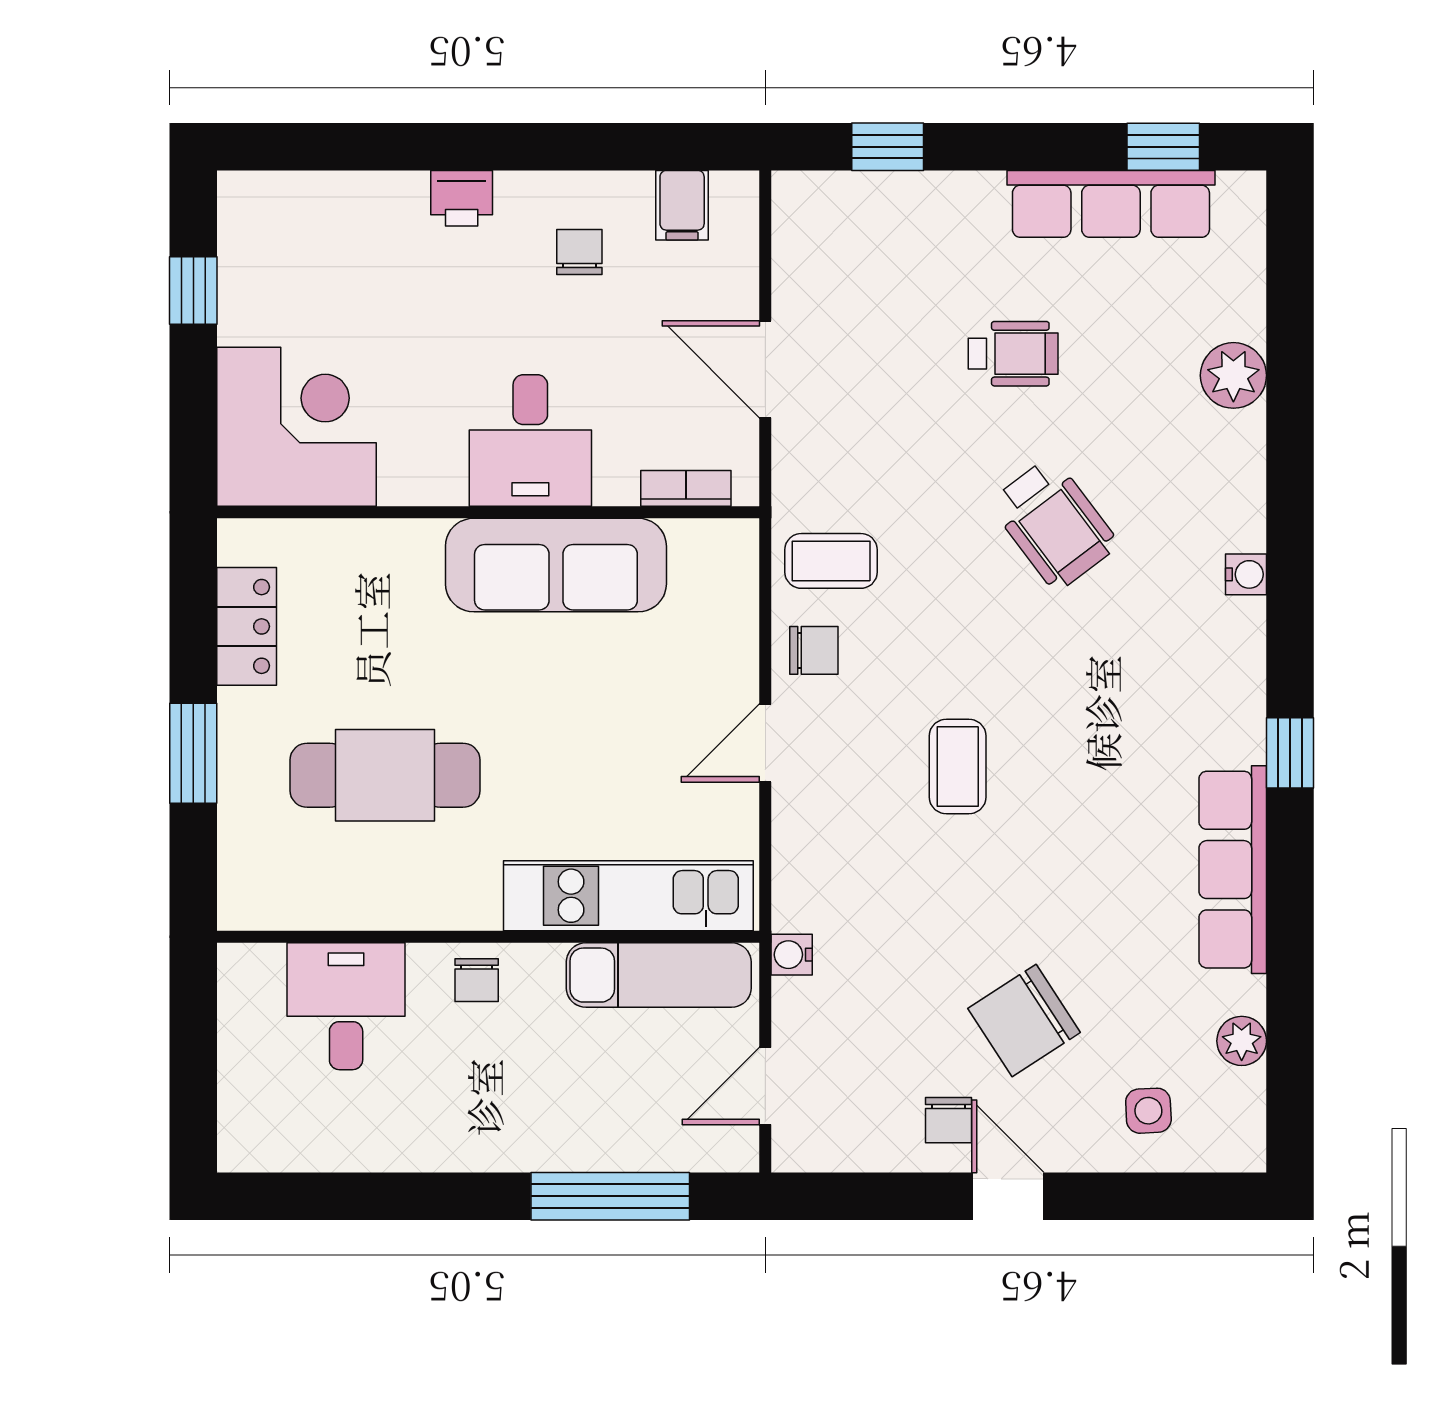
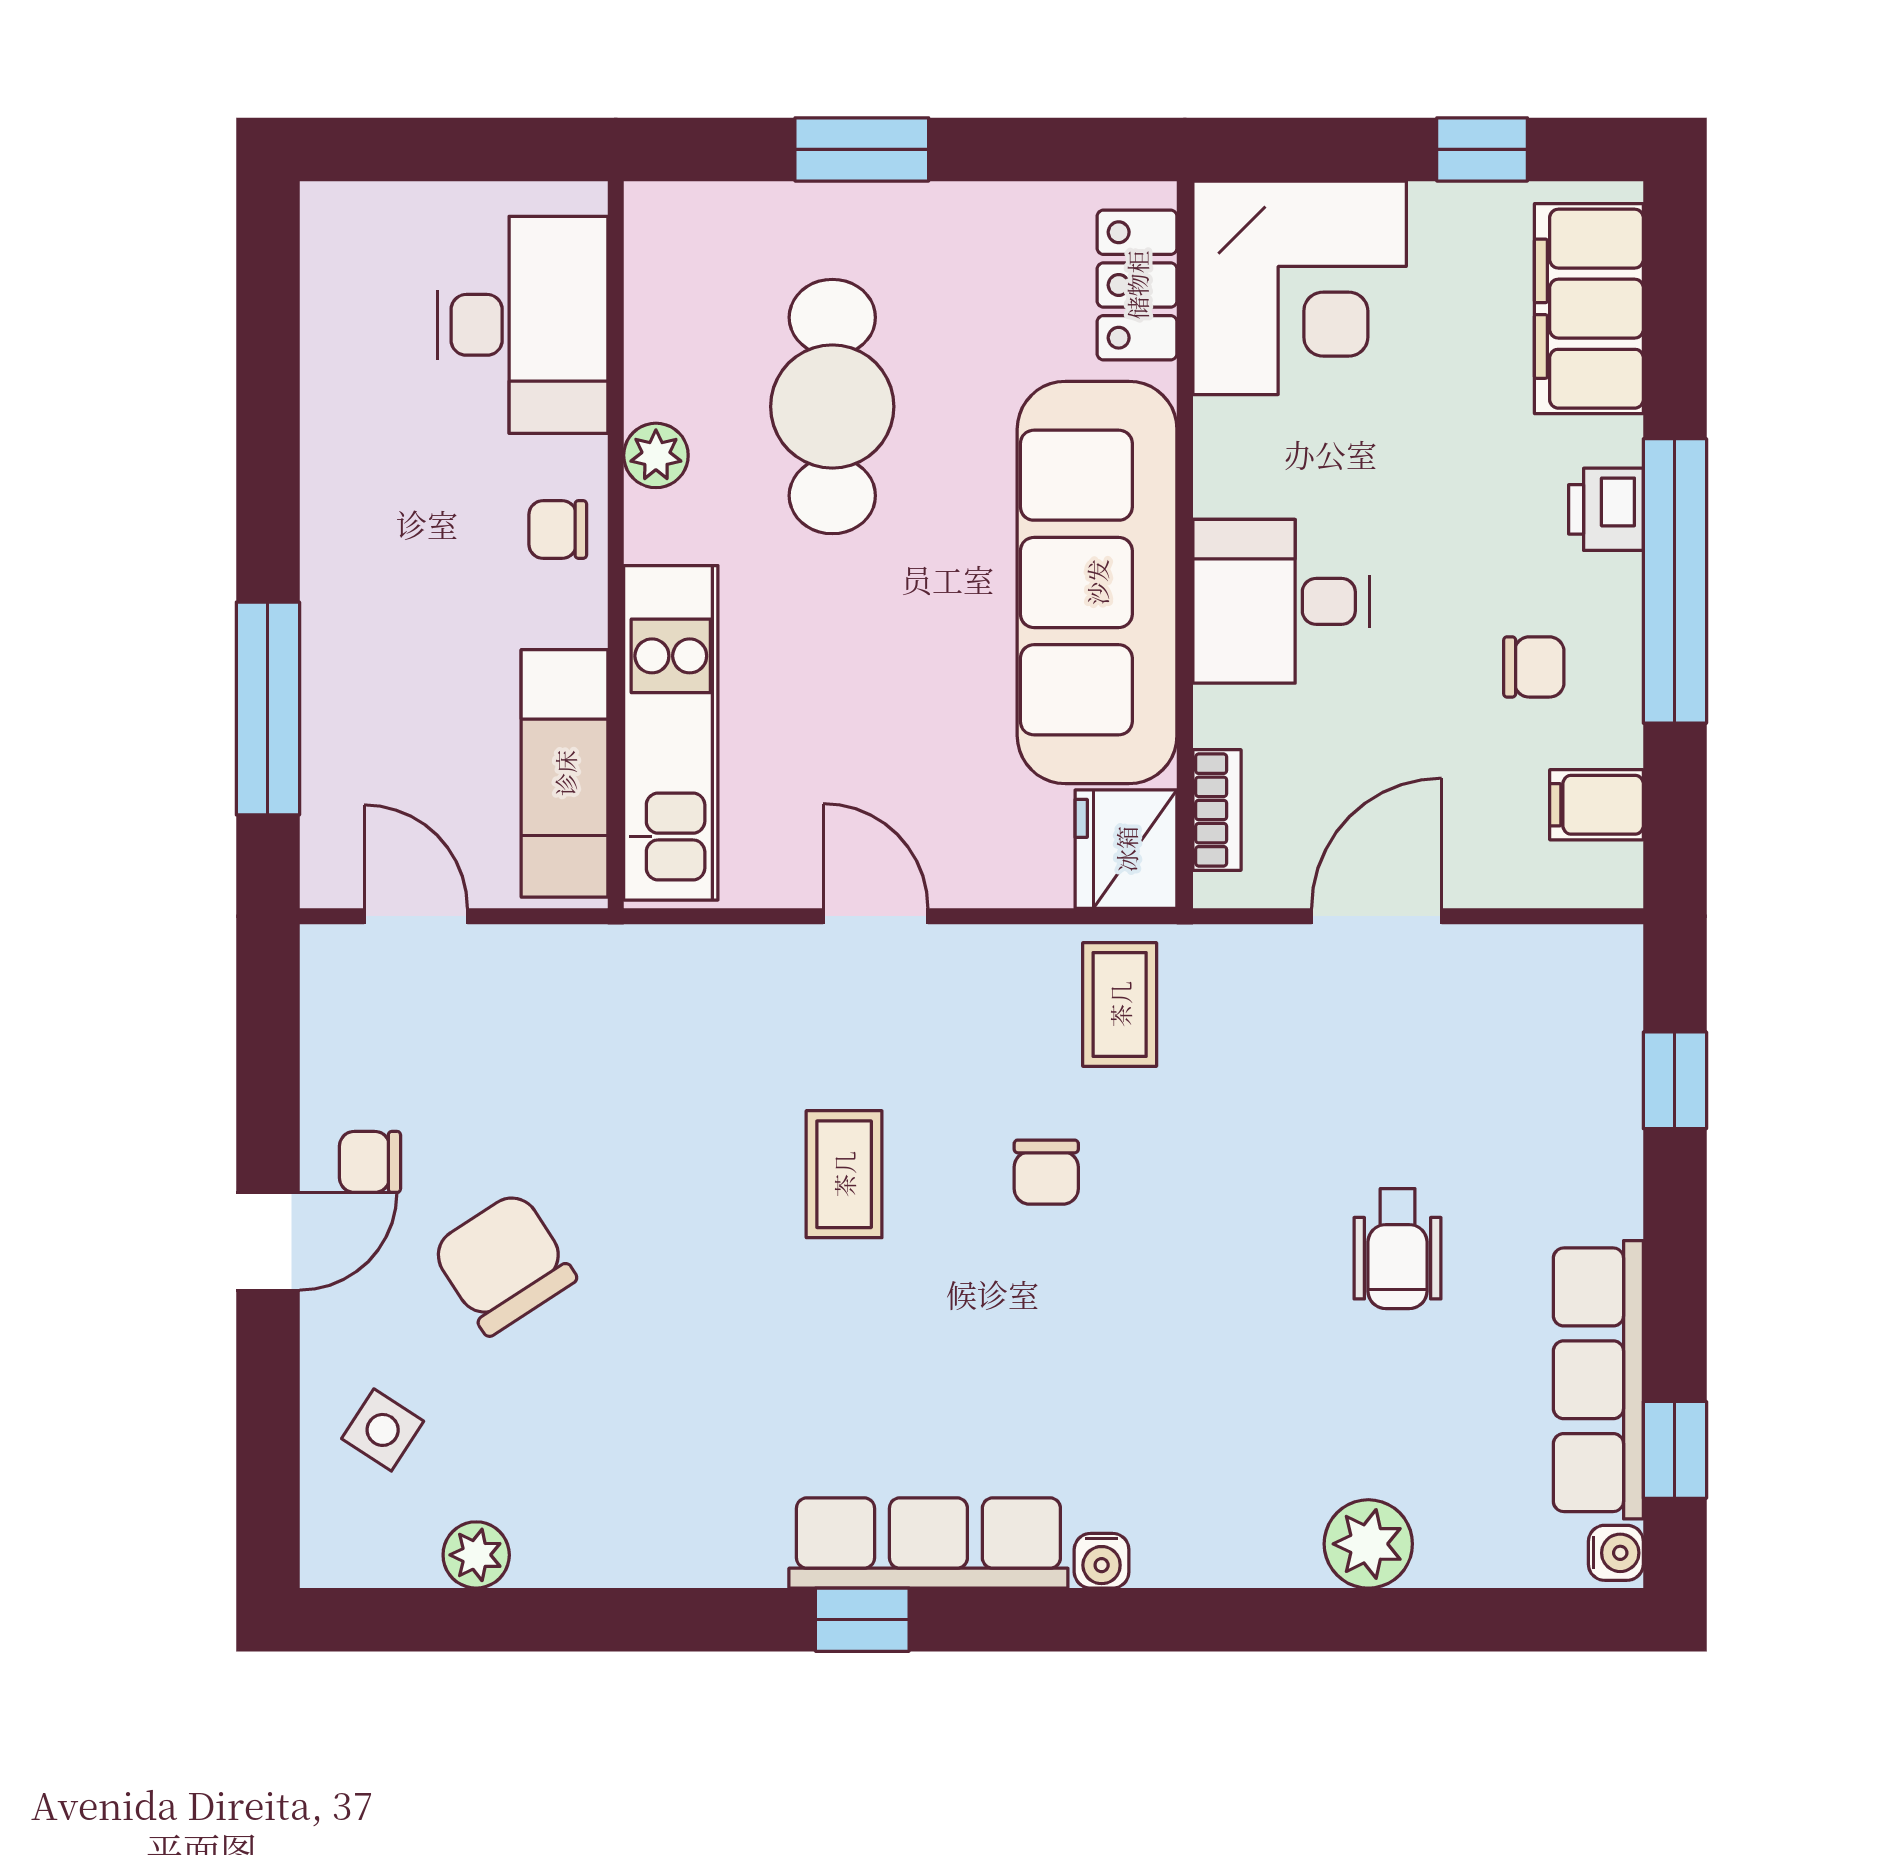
window: (515, 147) -> (1675, 581), added
filing cabinet: (312, 211) -> (1589, 309), added
wheelchair: (1054, 524) -> (1170, 1303), removed
fridge: (715, 556) -> (1126, 849), added
sofa: (556, 565) -> (1097, 582), width x1.36, depth x1.27
locker: (247, 626) -> (1137, 285), moved, turned 90
chair: (814, 650) -> (1046, 1172), moved
coffee table: (958, 766) -> (844, 1174), turned 90
row of seats: (1233, 870) -> (928, 1543), moved
plant: (421, 907) -> (656, 455), added
water cooler: (792, 955) -> (1616, 1553), moved, turned 90
desk: (346, 1006) -> (523, 325), width x1.37
side table: (1148, 1111) -> (383, 1430), turned 36

